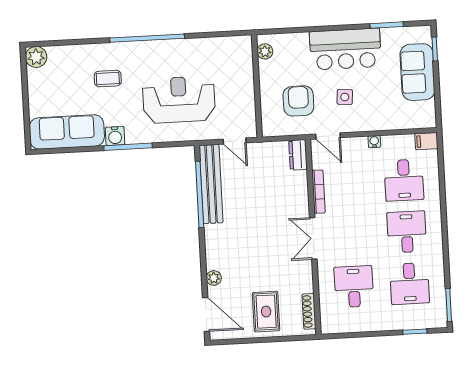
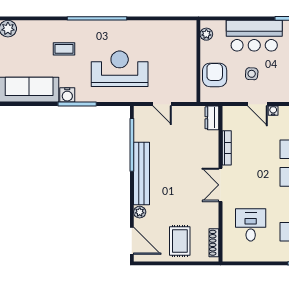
plant: (265, 51) -> (206, 34), moved
wall: (257, 86) -> (198, 61), moved
door: (328, 136) -> (257, 104), moved
bench: (211, 184) -> (142, 174), moved

